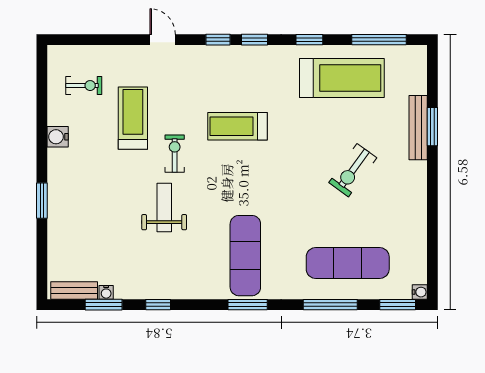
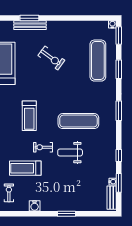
exercise mat: (245, 256) -> (78, 121), moved
window: (330, 305) -> (119, 69), width x0.69

